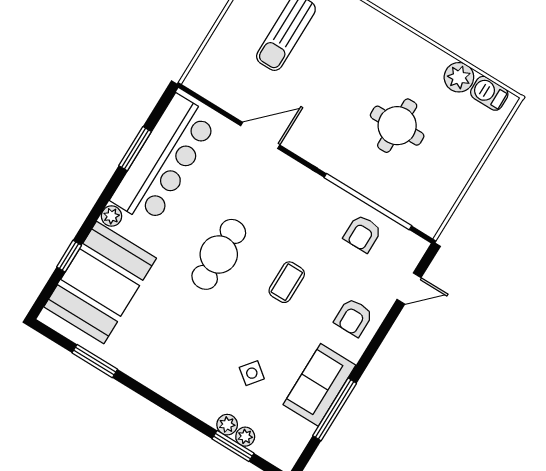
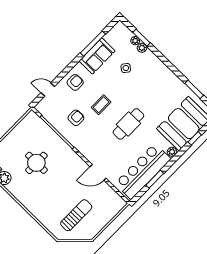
armchair: (363, 234) -> (76, 118), moved

